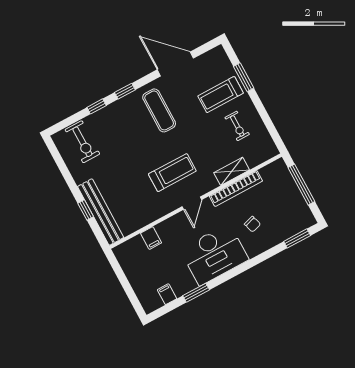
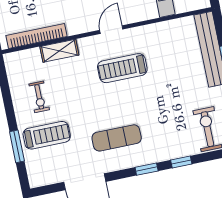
exercise mat: (159, 110) -> (117, 138), turned 90
exercise bike: (237, 126) -> (39, 97), turned 180
bookcase: (236, 189) -> (37, 36), moved

